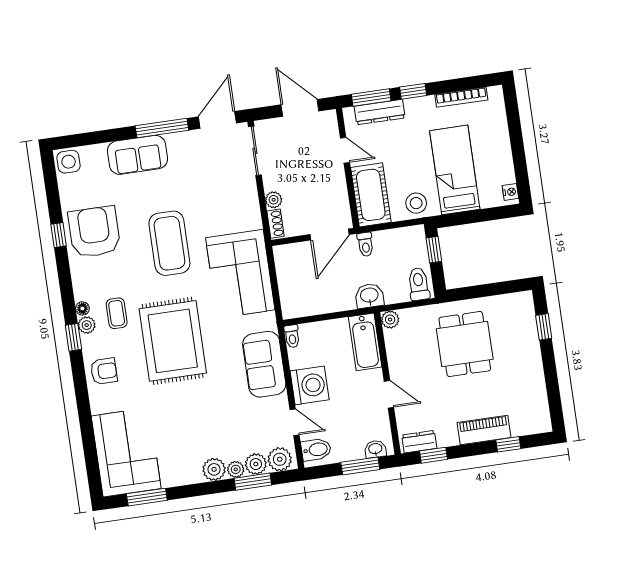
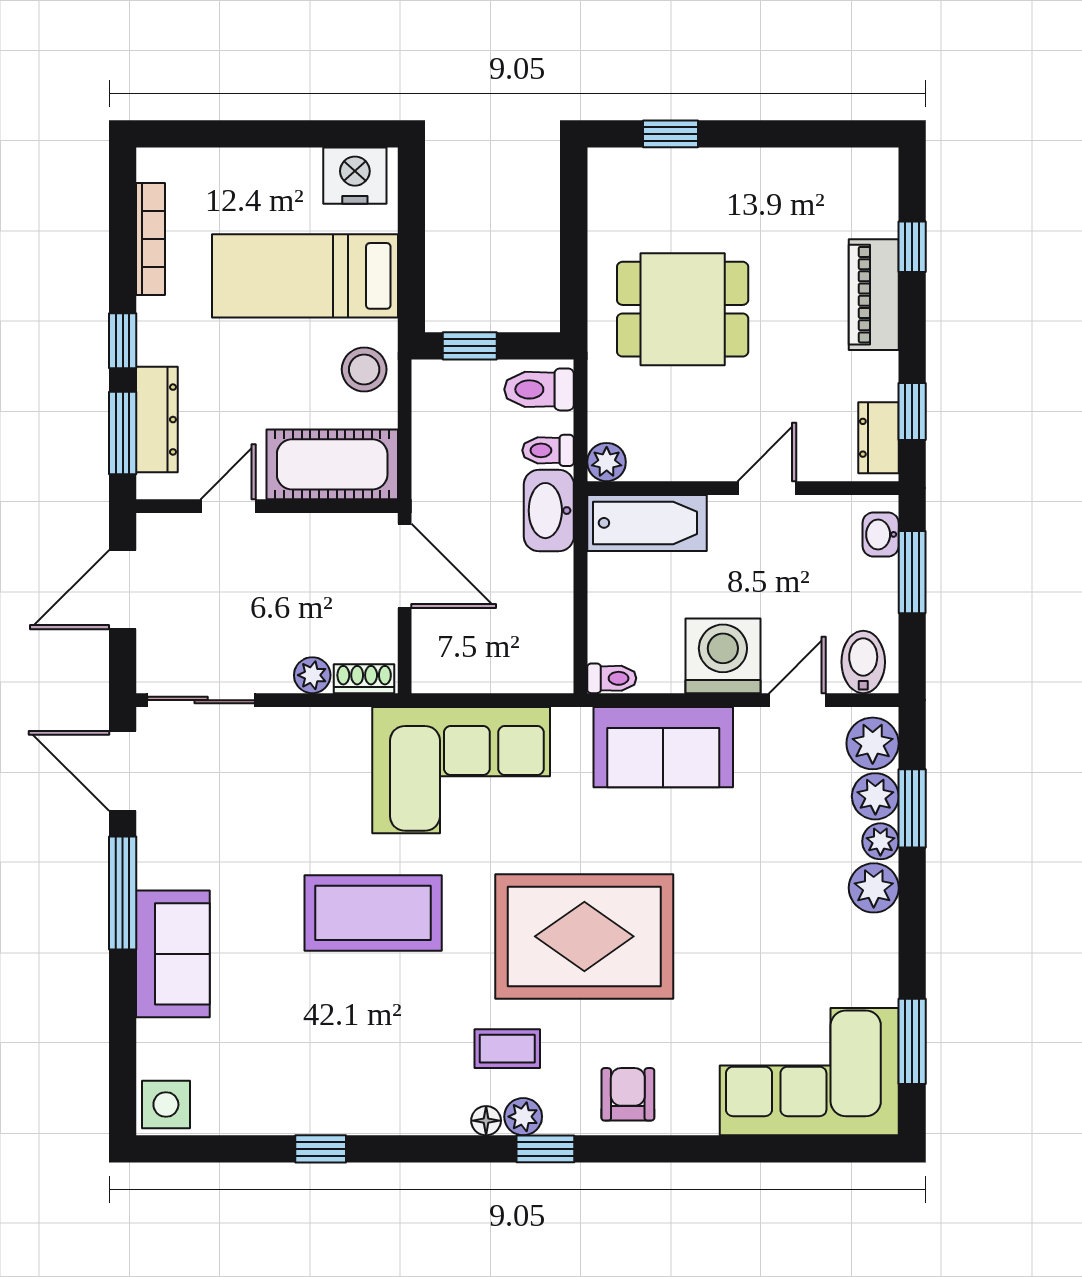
nightstand: (510, 192) -> (355, 176), width x1.89, depth x1.79
armchair: (94, 232) -> (325, 1071), removed
toilet: (365, 244) -> (548, 450), moved, turned 180
washbasin: (369, 296) -> (549, 511), width x1.38

